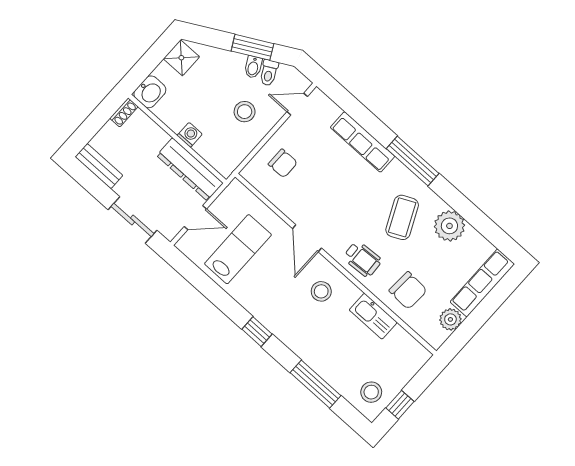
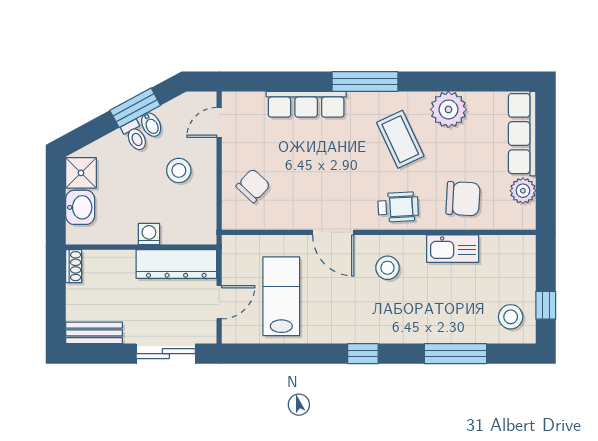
toilet: (269, 73) -> (135, 136), moved
washbasin: (150, 92) -> (80, 207), moved
chair: (283, 163) -> (253, 186), turned -47

